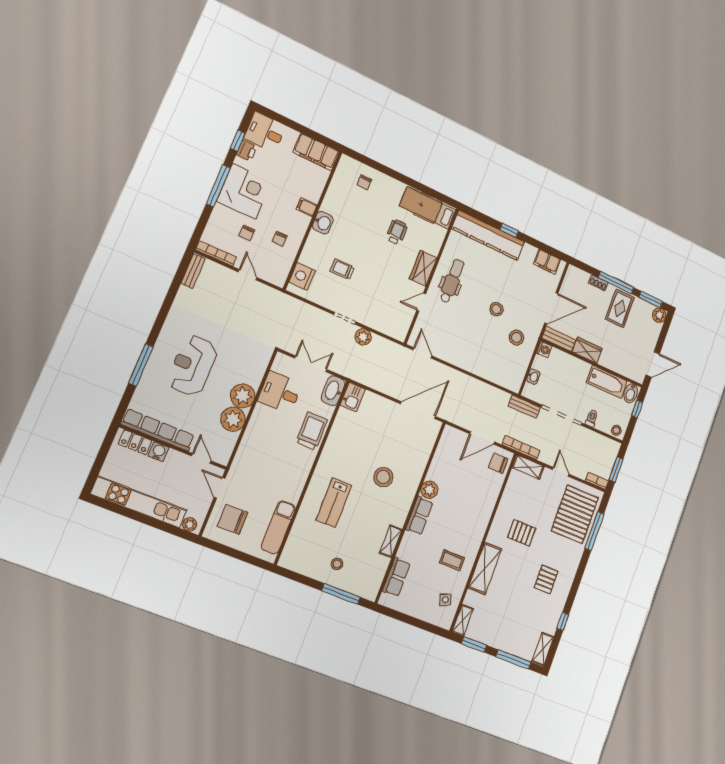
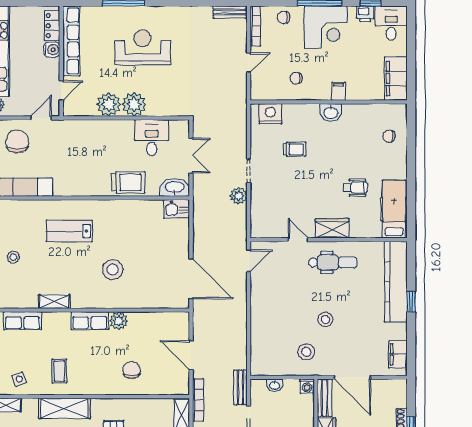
chair: (247, 233) -> (284, 17), moved
trolley: (342, 269) -> (295, 149), turned 90
chair: (498, 463) -> (132, 370), moved

